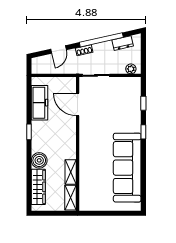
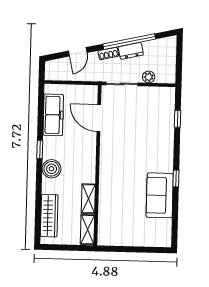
dresser: (123, 43) -> (131, 51), moved
plant: (131, 69) -> (149, 77), moved
window: (143, 132) -> (176, 178), moved
boiler: (39, 160) -> (52, 169), moved
sofa: (127, 168) -> (160, 195), width x0.54, depth x0.79

